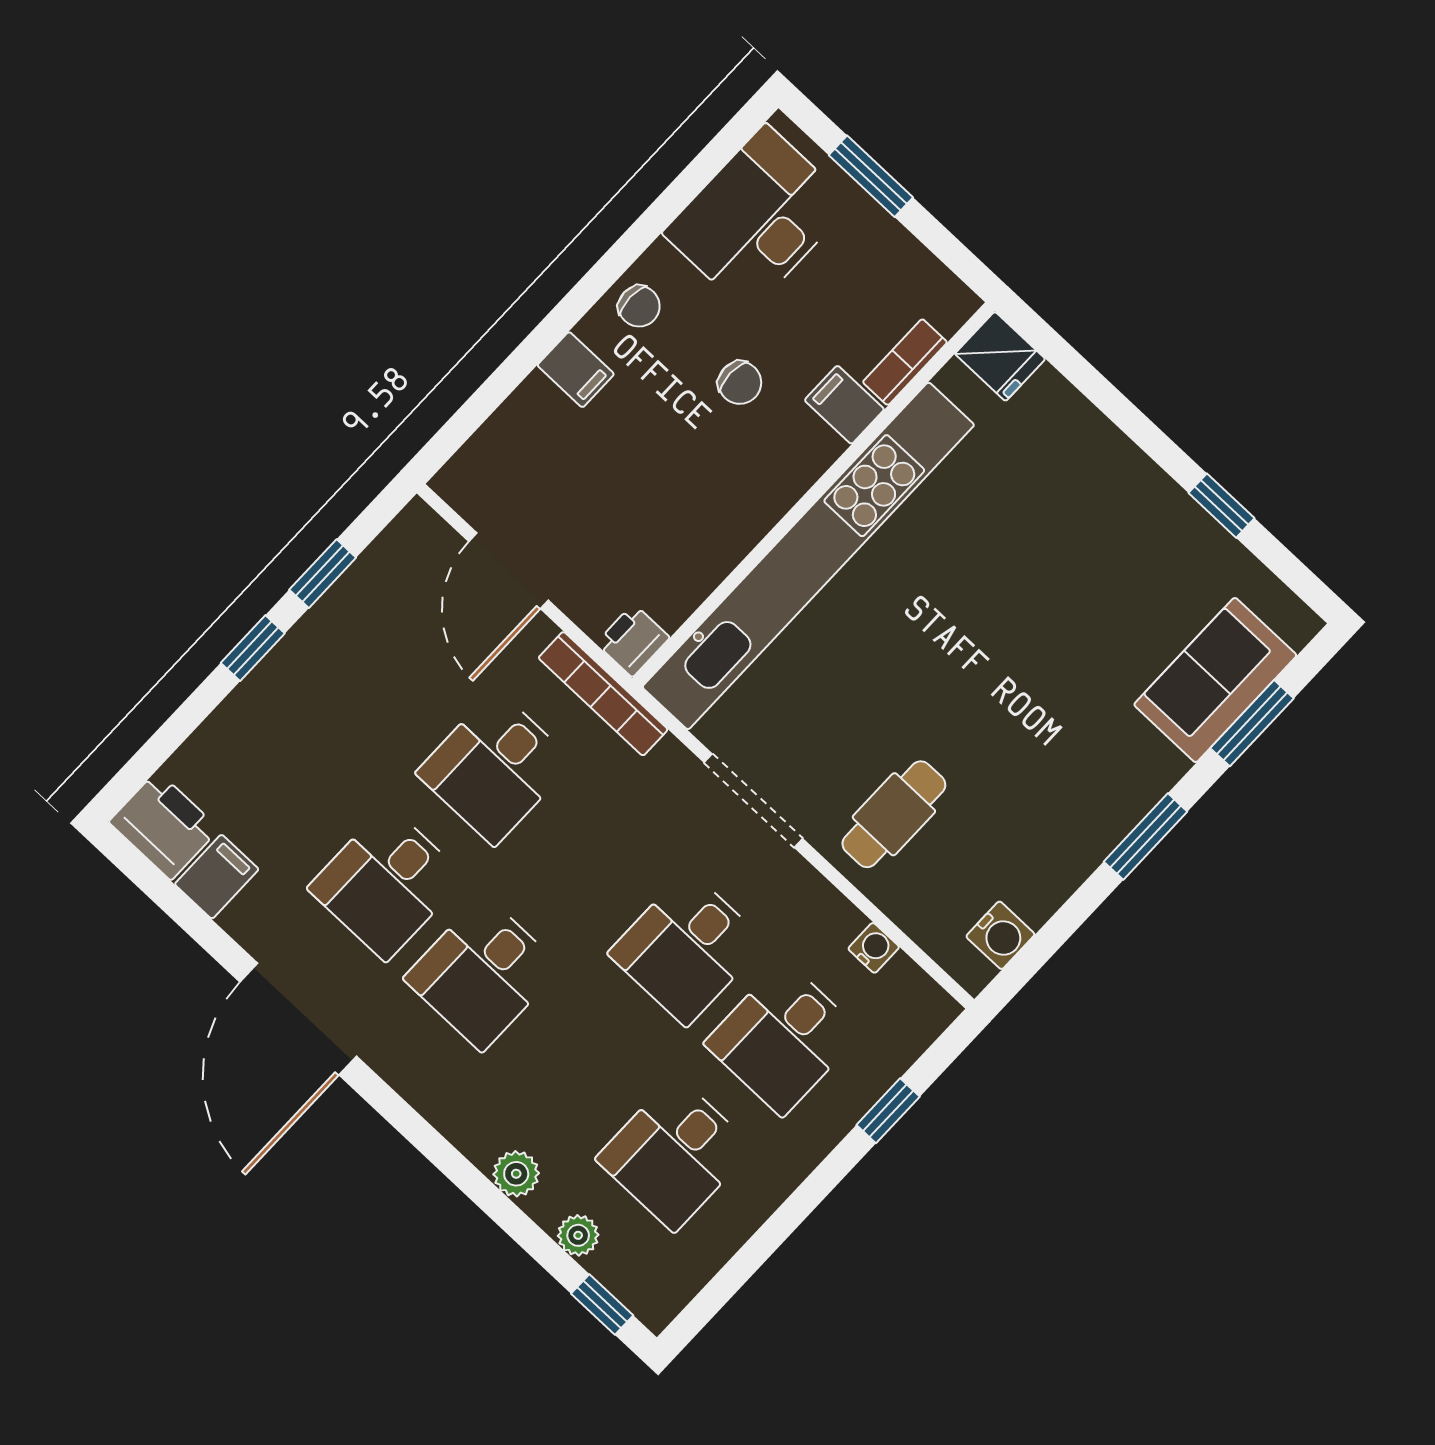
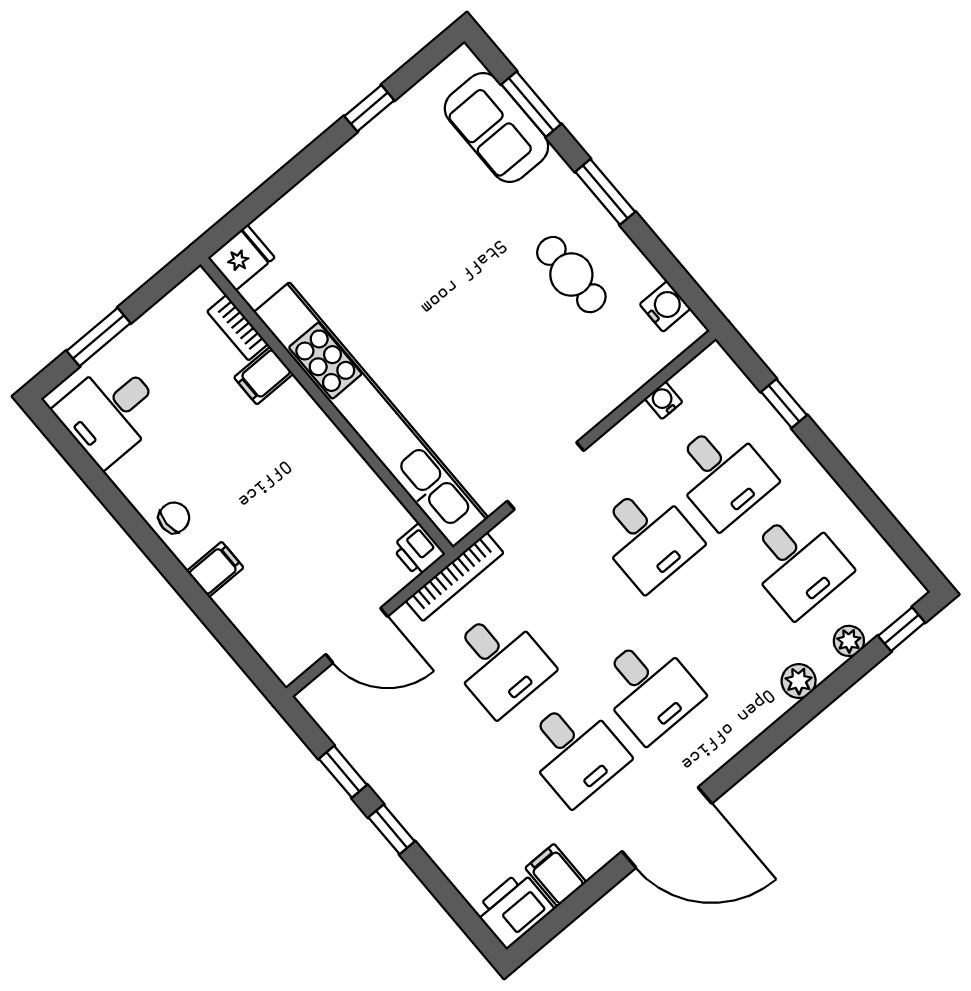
desk: (757, 219) -> (110, 412), width x0.73
chair: (740, 383) -> (239, 450), removed
cafe table: (894, 814) -> (571, 275), moved

